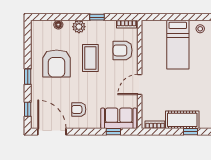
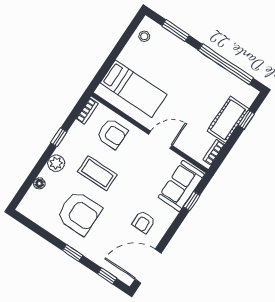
bed: (178, 45) -> (134, 89), moved
armchair: (123, 50) -> (112, 134), turned -90
door: (140, 85) -> (160, 140), swing flipped

